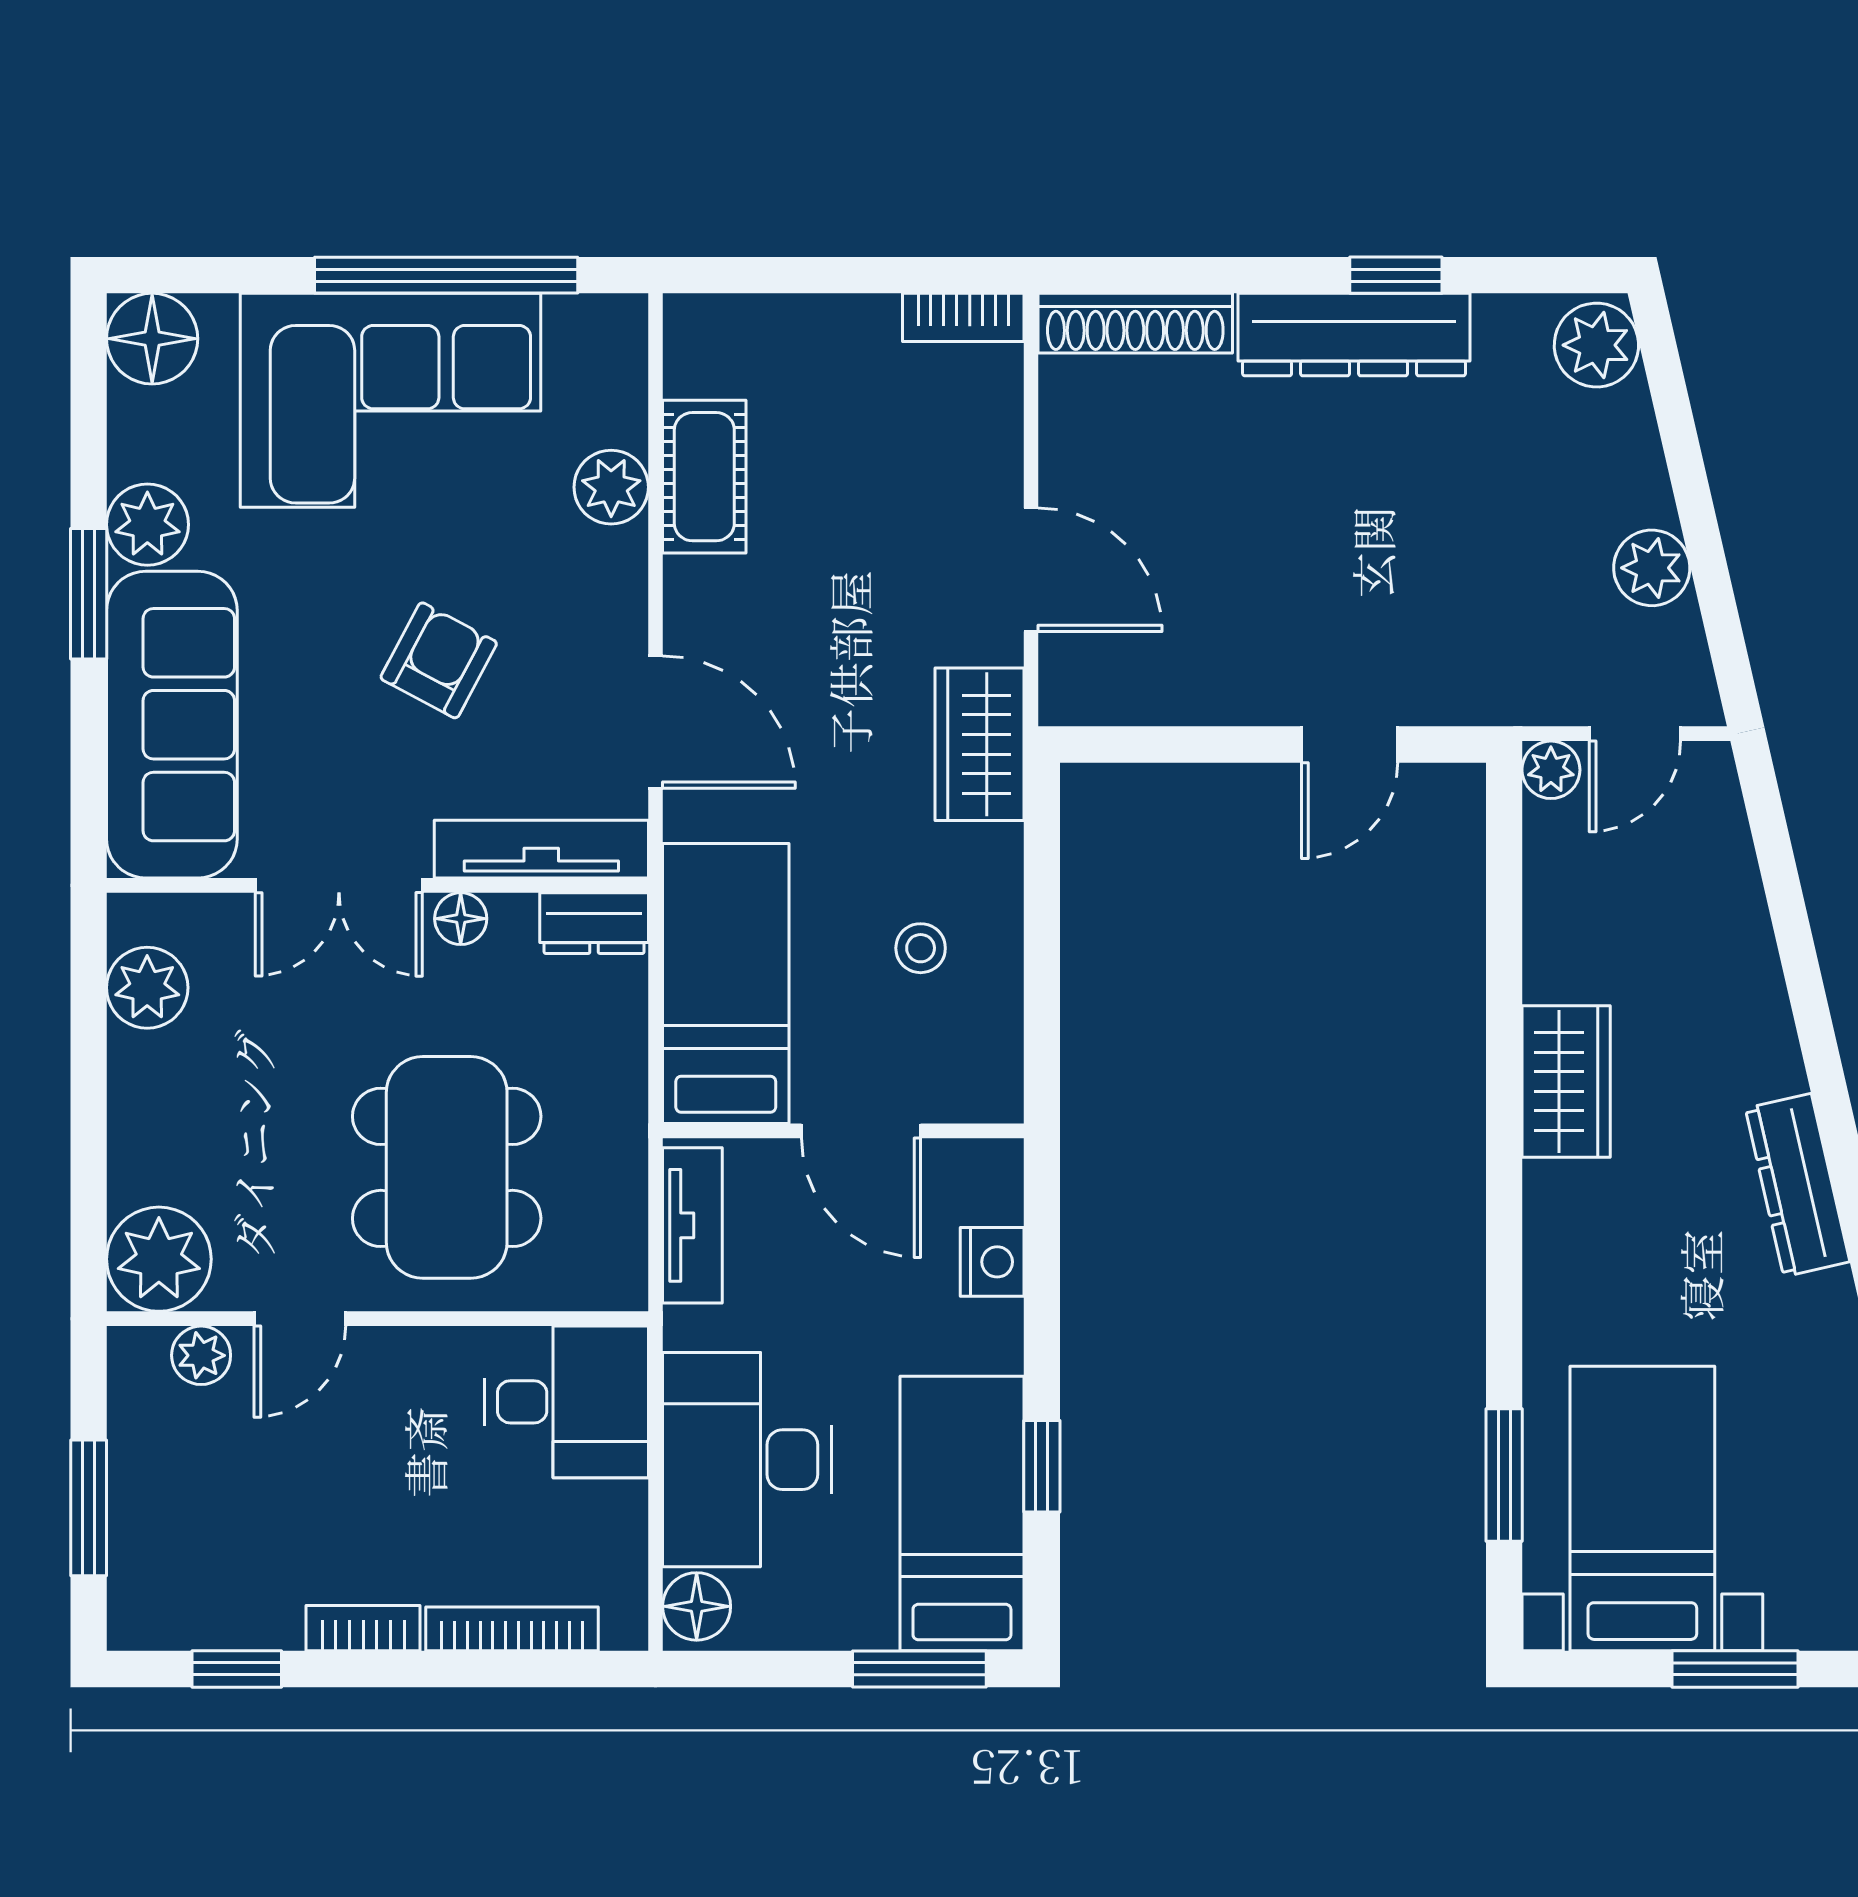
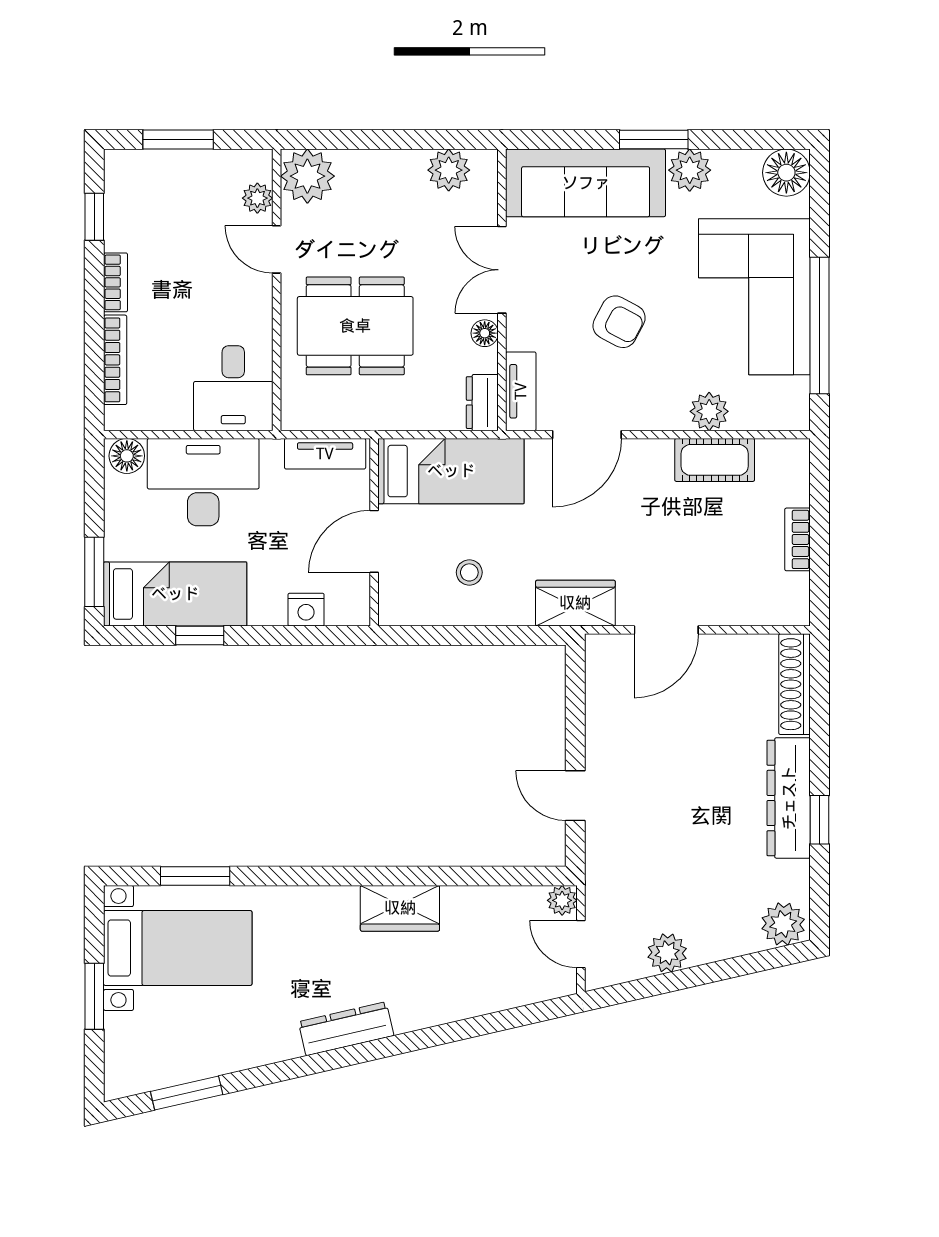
bookcase: (963, 317) -> (797, 539), moved
tv unit: (541, 849) -> (521, 391), width x0.71

